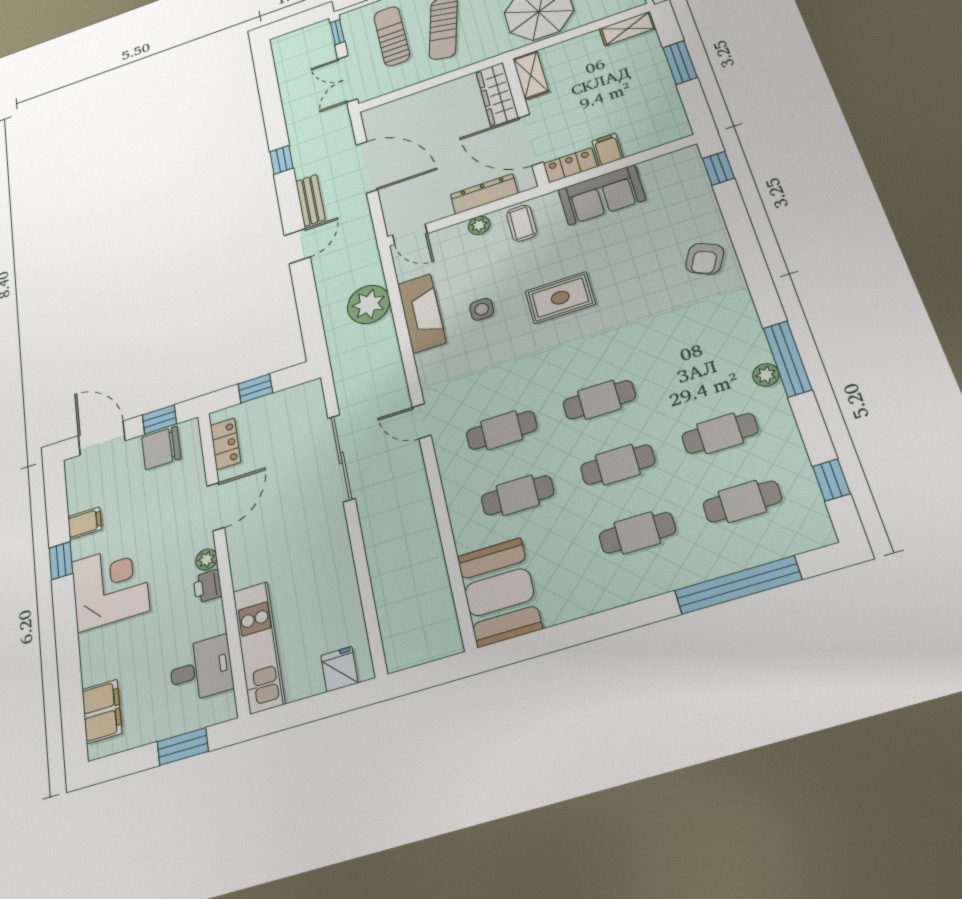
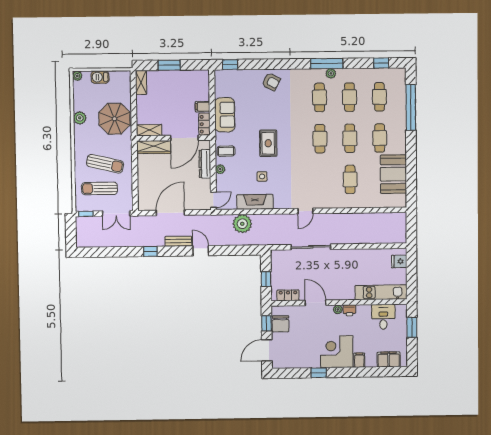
cafe table: (502, 430) -> (320, 97), moved
filing cabinet: (85, 523) -> (359, 360), moved
booth: (499, 592) -> (393, 174), moved, turned 90

